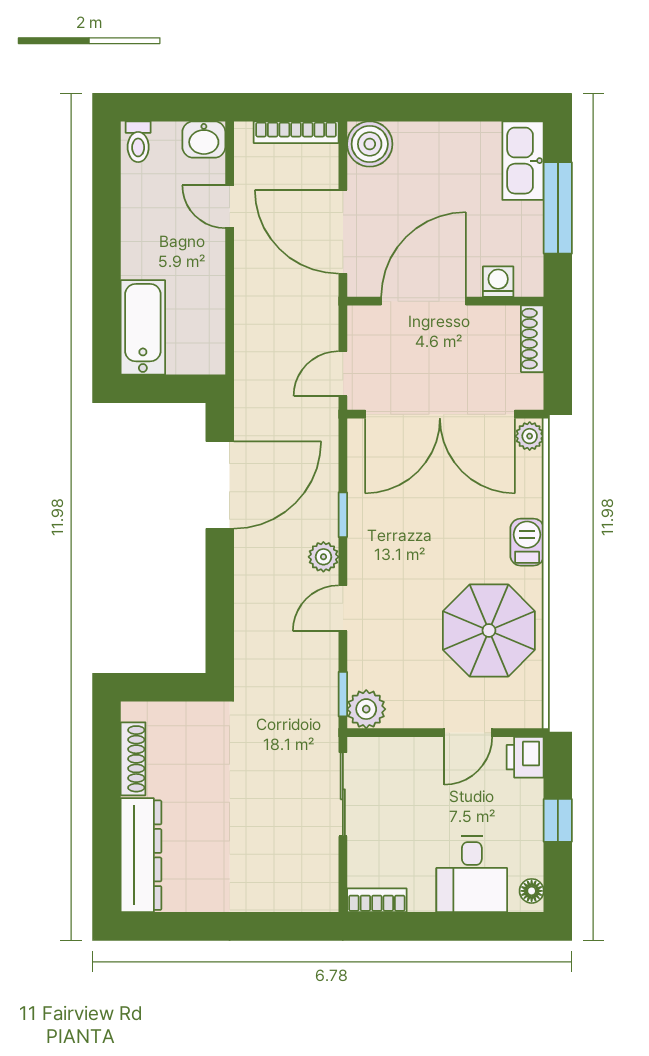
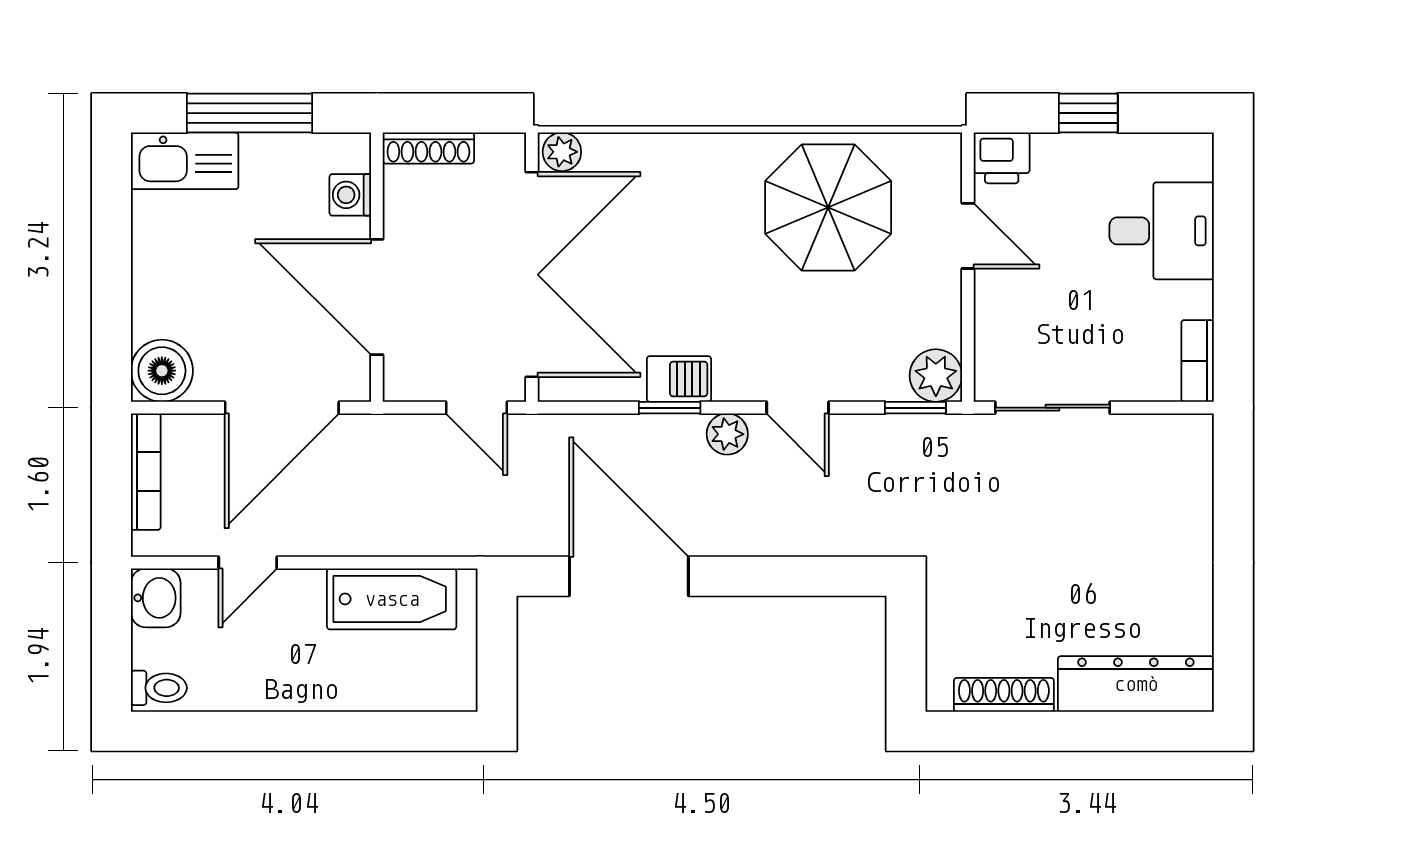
bathtub: (143, 327) -> (392, 599), moved, turned 180
barbecue: (527, 542) -> (679, 379), moved, turned 180
floor lamp: (532, 891) -> (1185, 149), removed

